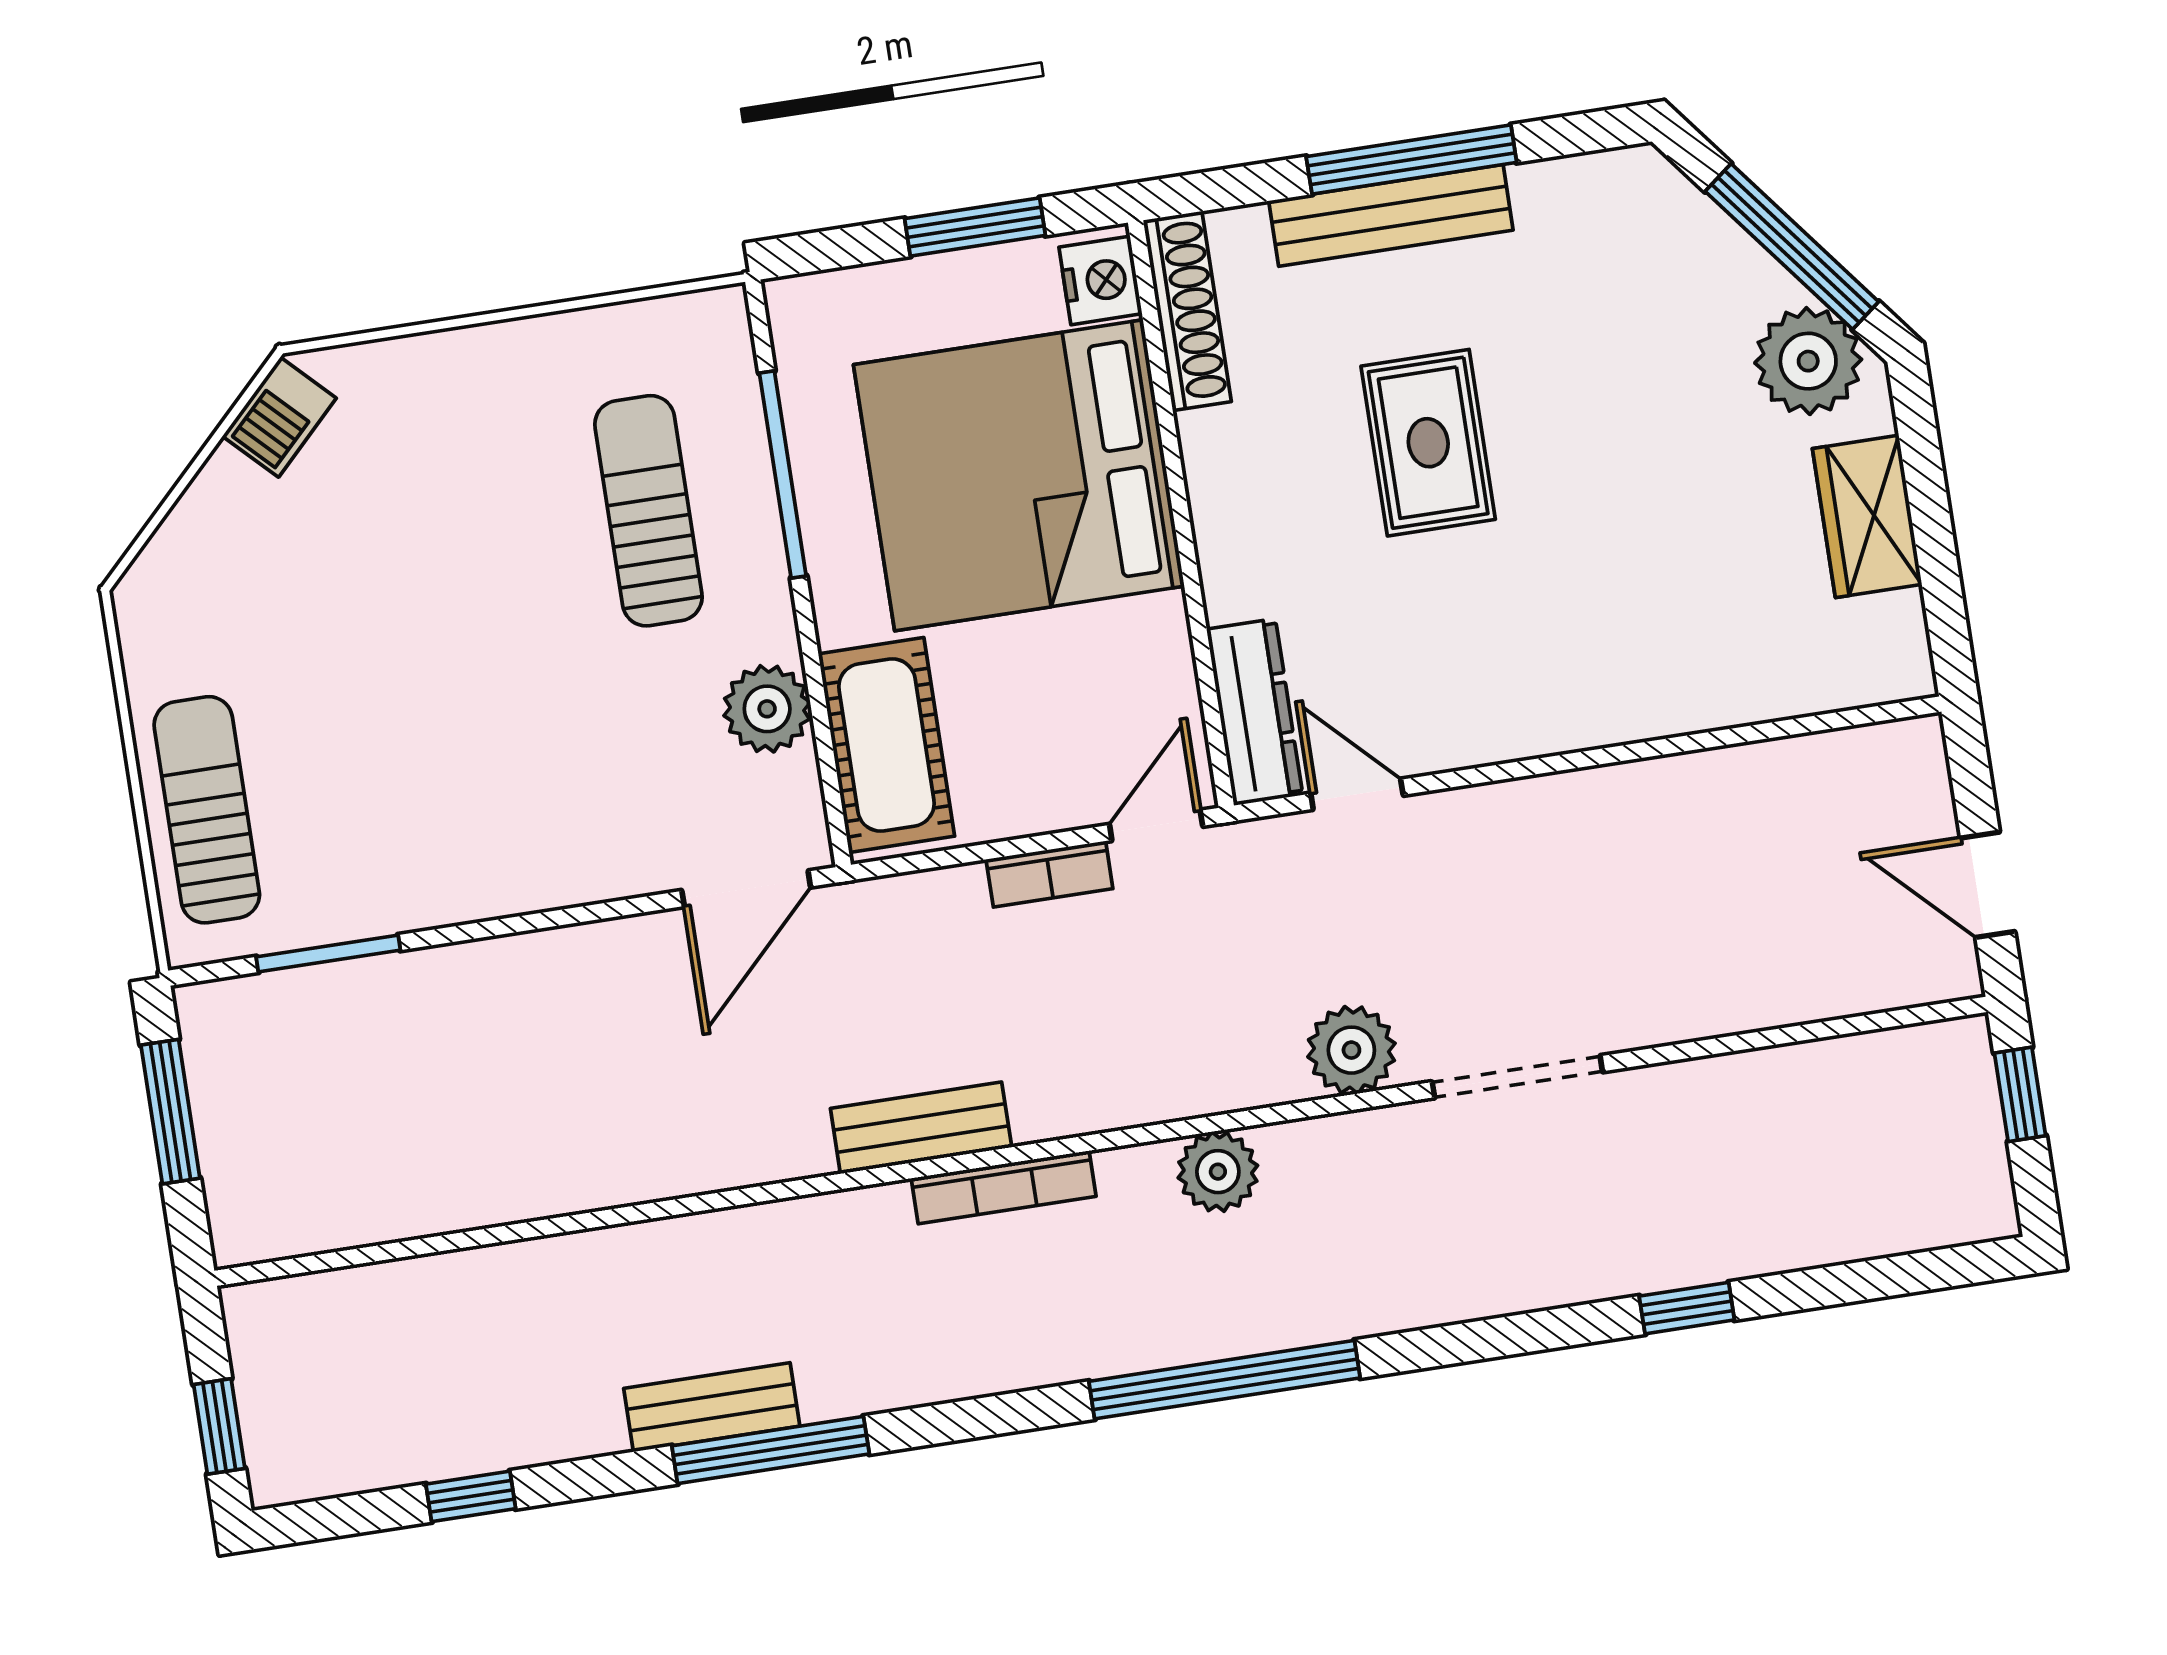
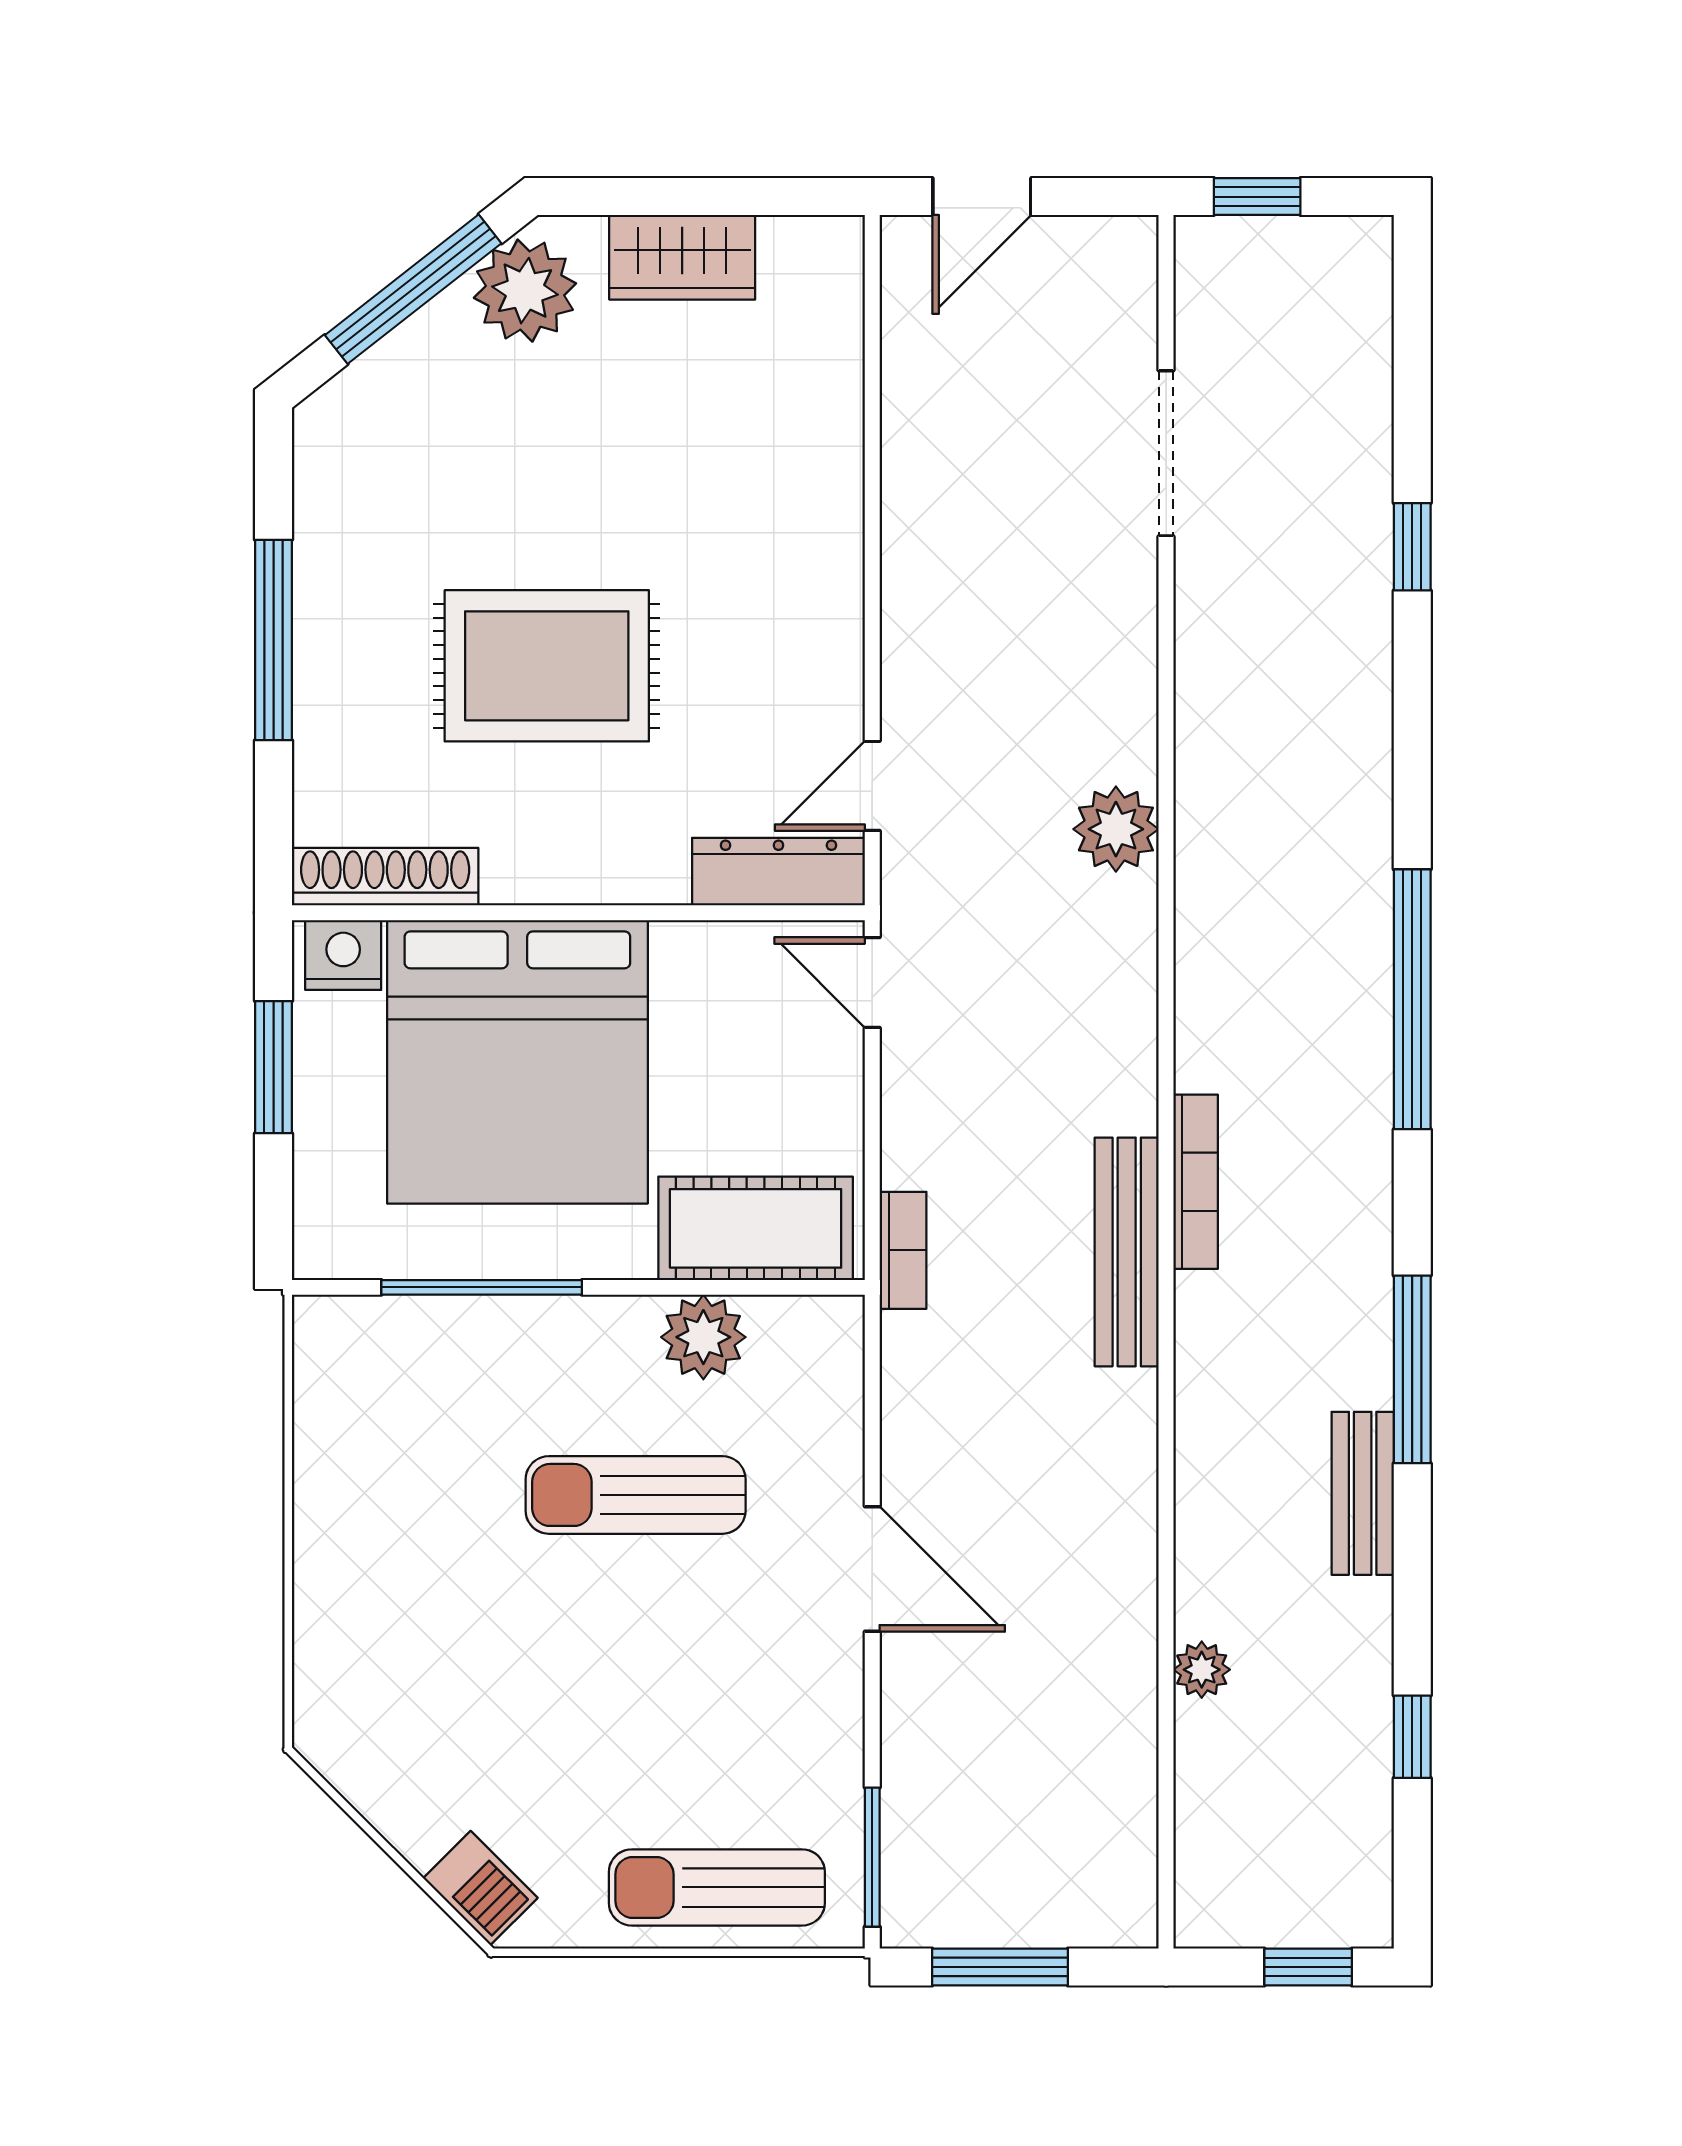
bench: (1391, 215) -> (324, 668), removed
barbecue: (279, 417) -> (480, 1888), moved
rug: (1428, 443) -> (547, 666), width x1.36, depth x1.43
sun lounger: (648, 511) -> (636, 1495), moved
bookcase: (1049, 874) -> (903, 1250), moved
door: (1988, 885) -> (982, 197), moved
door: (746, 889) -> (872, 1569), moved
window: (328, 953) -> (872, 1857), moved
doorway: (1517, 1077) -> (1166, 453), moved
bench: (921, 1128) -> (1127, 1252), width x1.36
plant: (1218, 1172) -> (1202, 1670), moved, width x0.73, depth x0.73
window: (771, 1450) -> (1412, 1369), moved

